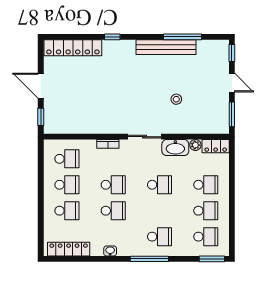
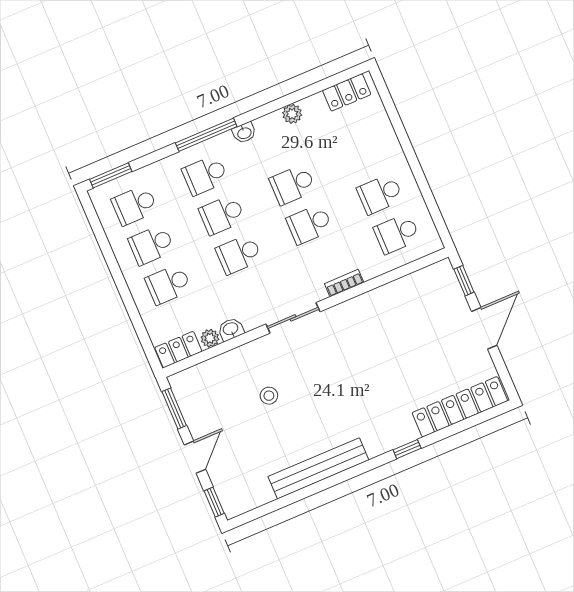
window: (183, 37) -> (300, 495), removed
door: (232, 83) -> (195, 457), swing flipped
door: (41, 86) -> (484, 328), hinge flipped
washbasin: (175, 148) -> (231, 329), width x0.52, depth x0.69
school desk: (67, 211) -> (222, 215), moved
locker: (69, 249) -> (347, 92), width x0.66
plant: (97, 250) -> (292, 114), added
washbasin: (110, 251) -> (244, 133), moved

